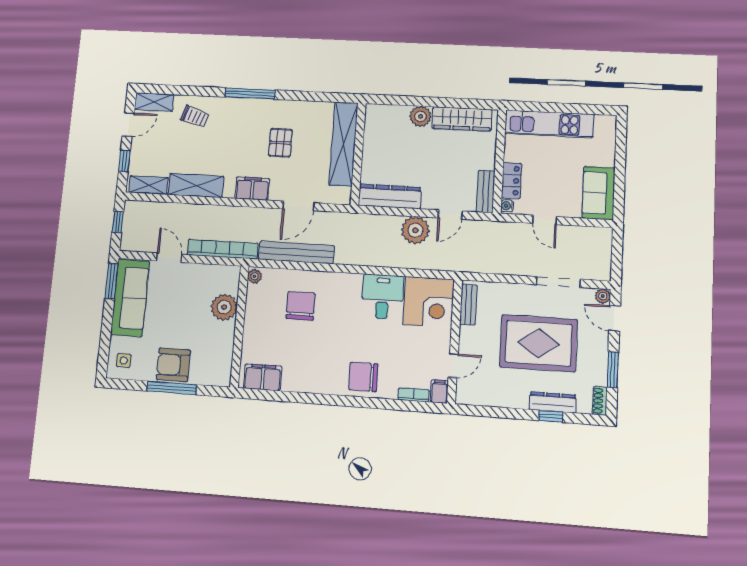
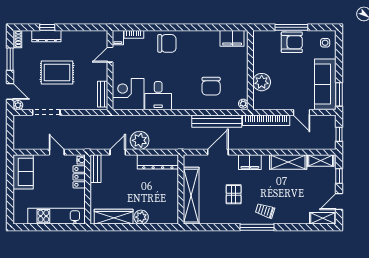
trolley: (195, 117) -> (265, 211), moved
rug: (538, 343) -> (57, 73), width x0.73, depth x0.69

